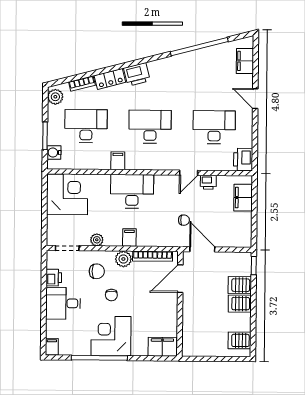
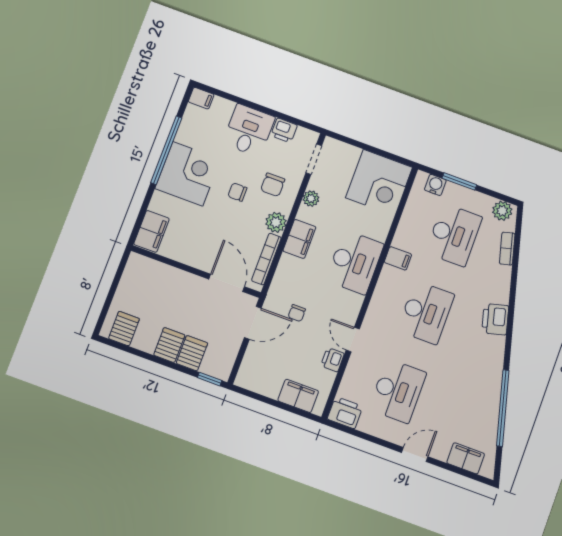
locker: (110, 79) -> (501, 284), removed
filing cabinet: (129, 238) -> (299, 239), width x2.00

